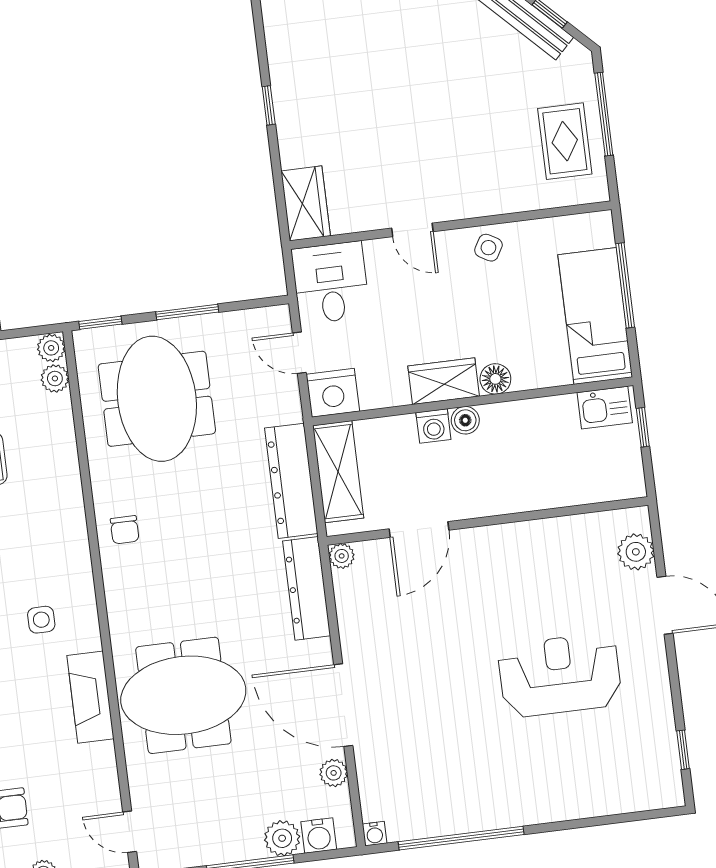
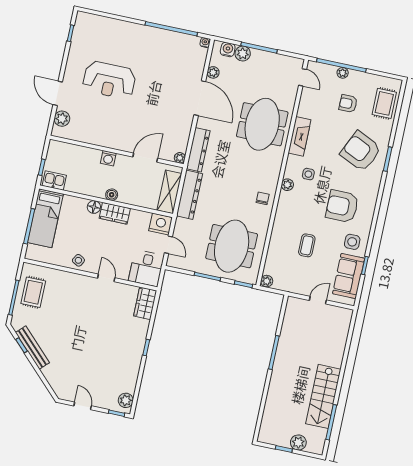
plant: (55, 378) -> (287, 185), moved
washing machine: (433, 426) -> (108, 158), moved, turned 180
meeting table: (183, 695) -> (262, 124), turned 90

